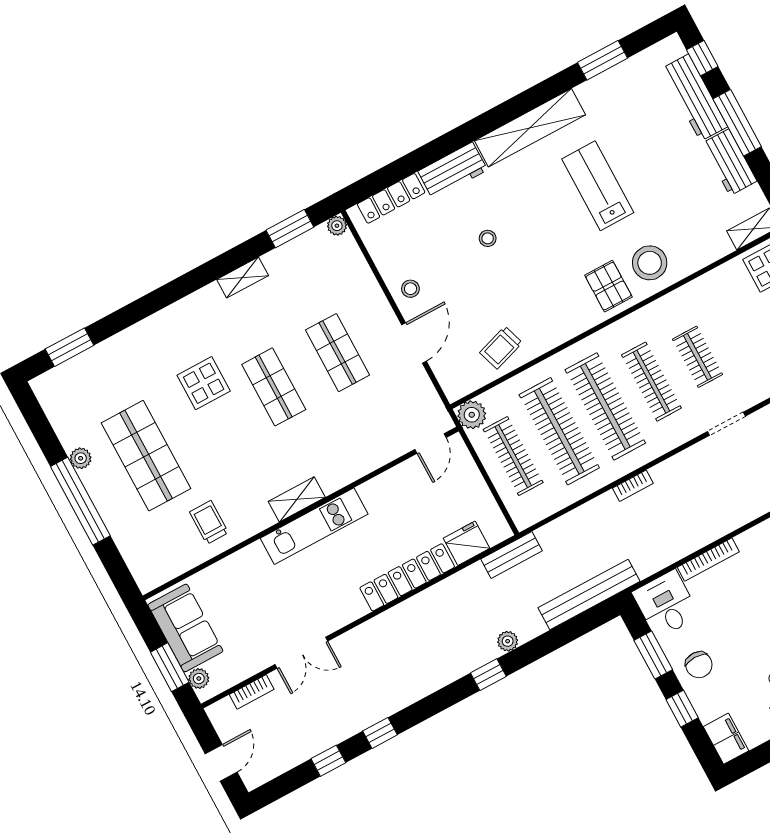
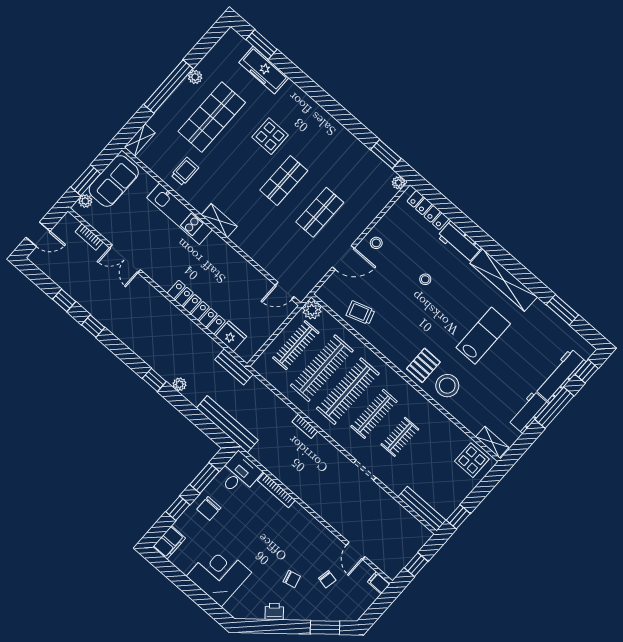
shelving: (243, 278) -> (140, 140), moved, turned 90
freezer: (107, 357) -> (264, 70), added
kitchen unit: (314, 526) -> (180, 214), moved

